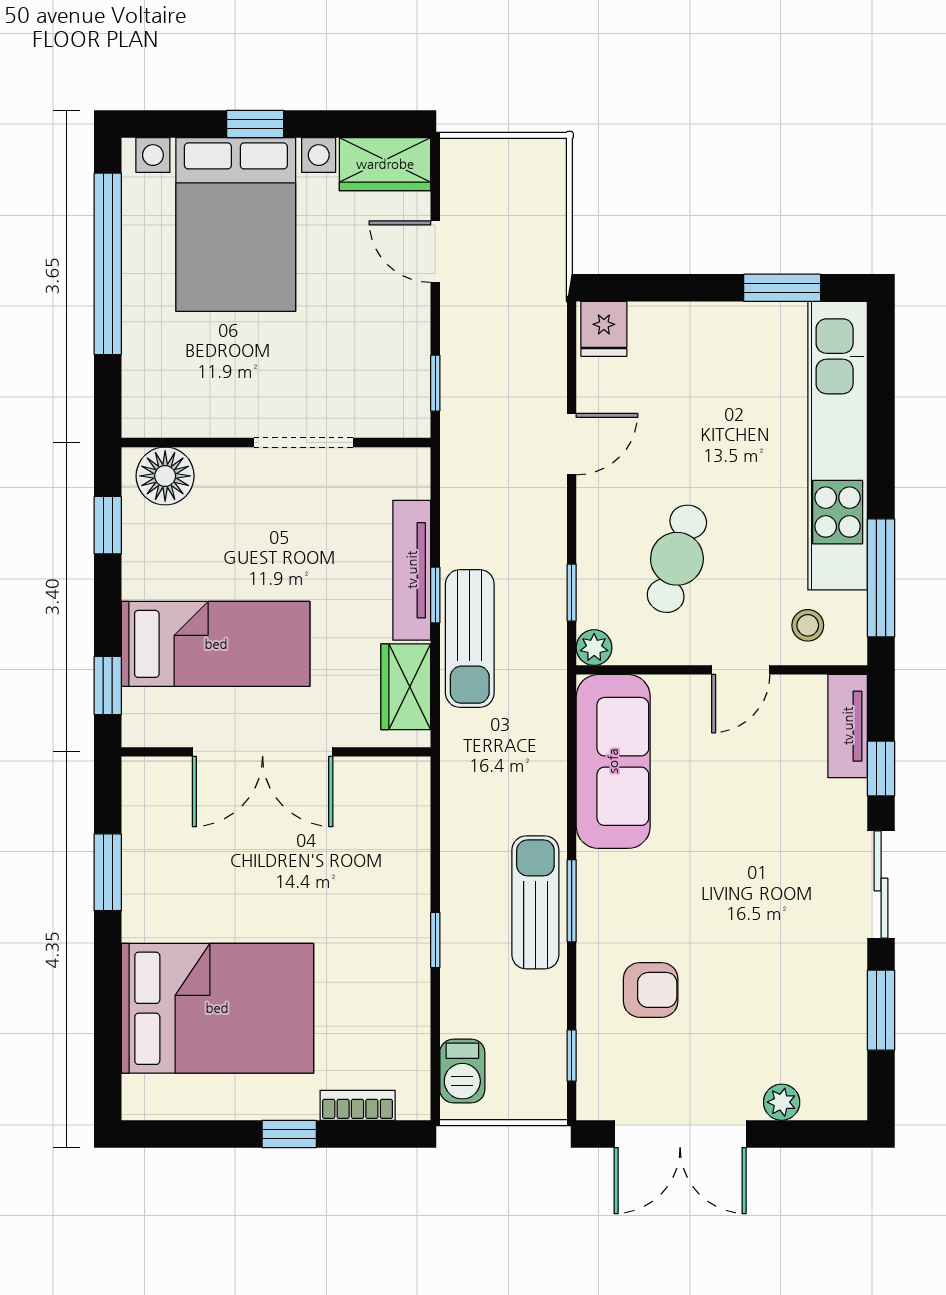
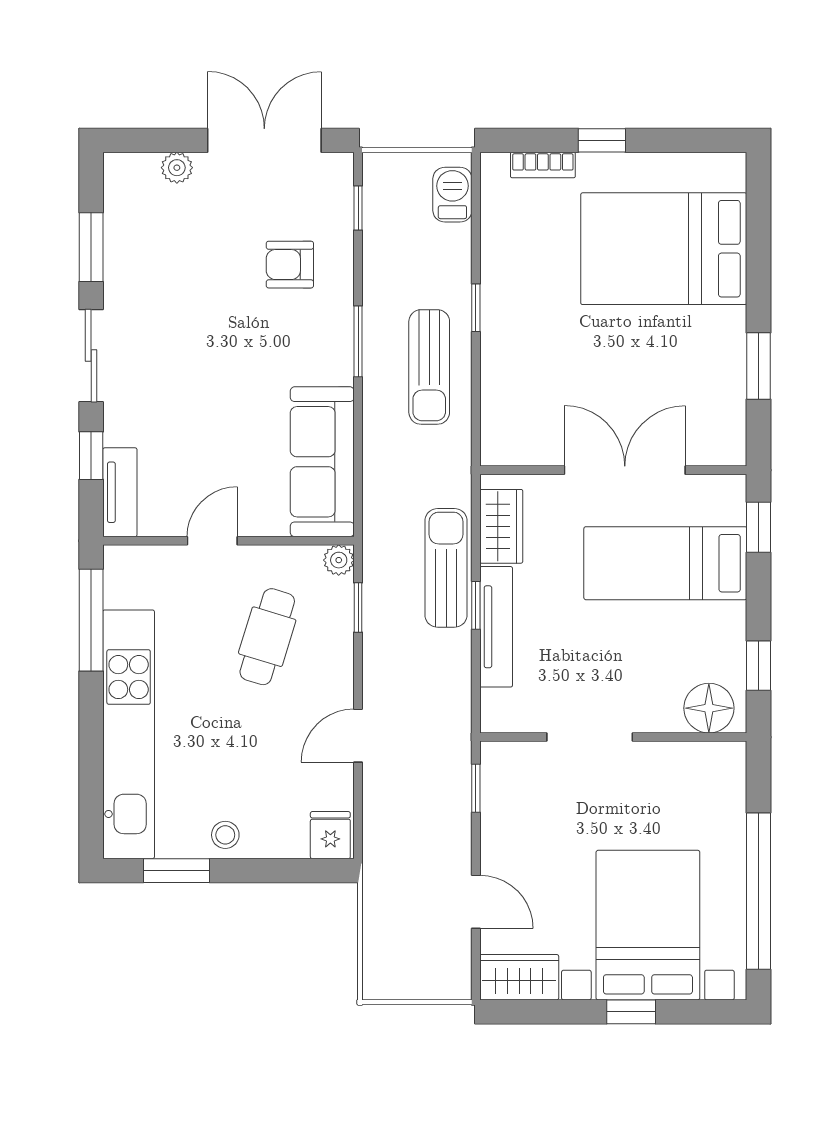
stool: (808, 625) -> (225, 835), moved
sun lounger: (535, 902) -> (429, 367), moved

